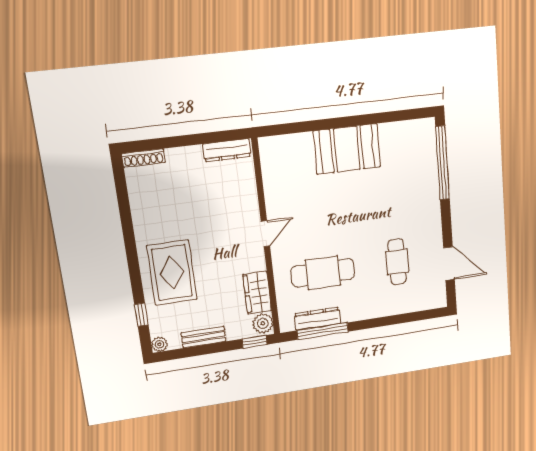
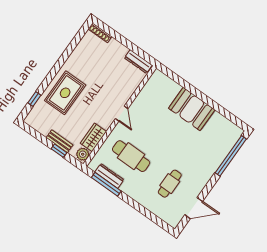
door: (265, 234) -> (122, 114), hinge flipped
door: (449, 264) -> (194, 208), hinge flipped
bench: (204, 337) -> (60, 141), moved
window: (255, 342) -> (59, 151), moved
plant: (159, 344) -> (29, 120), removed

